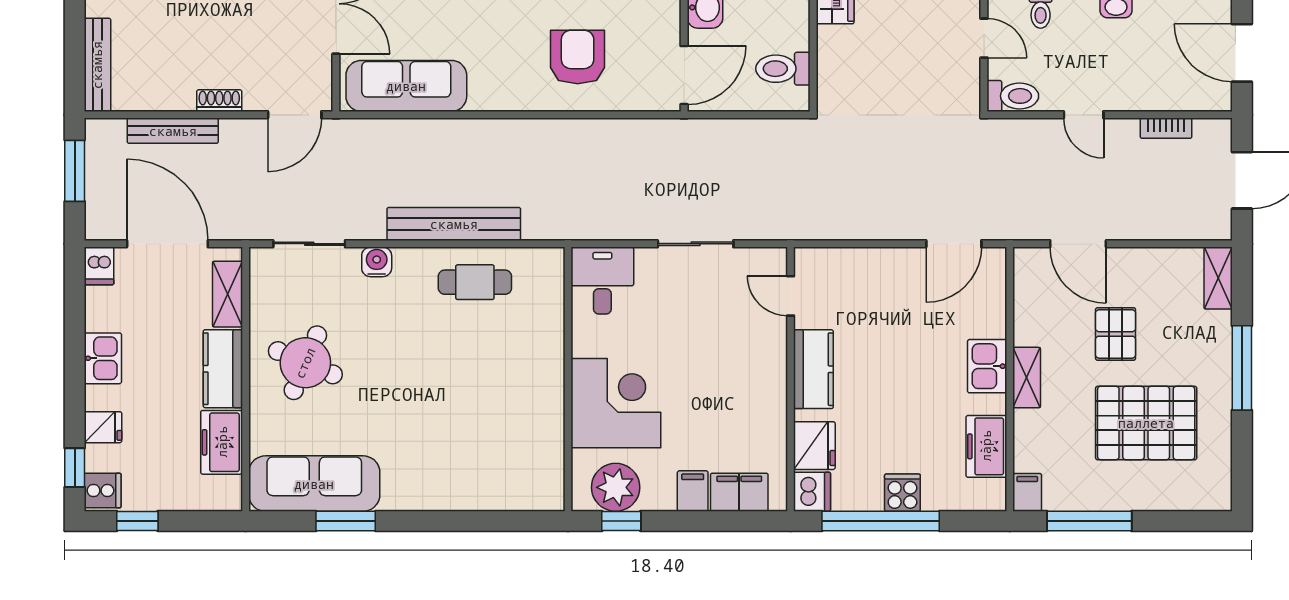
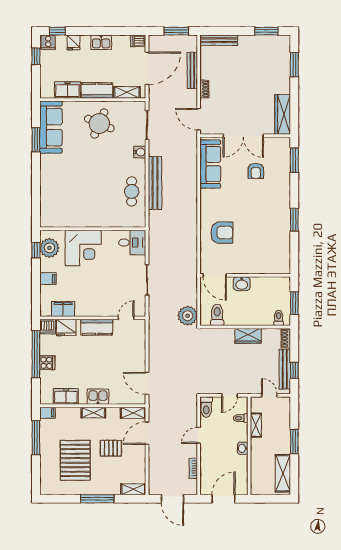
plant: (785, 142) -> (188, 316), added
shelving: (1027, 279) -> (133, 413), added
filing cabinet: (739, 492) -> (63, 309), moved, turned -90

